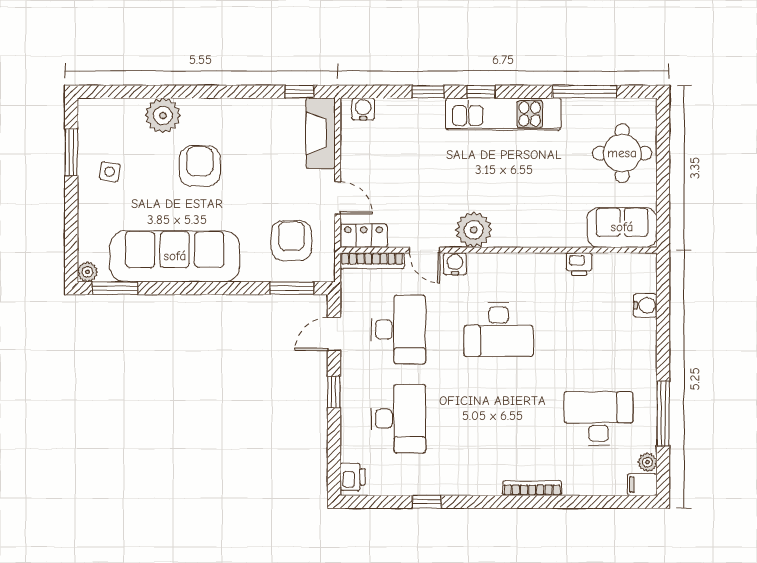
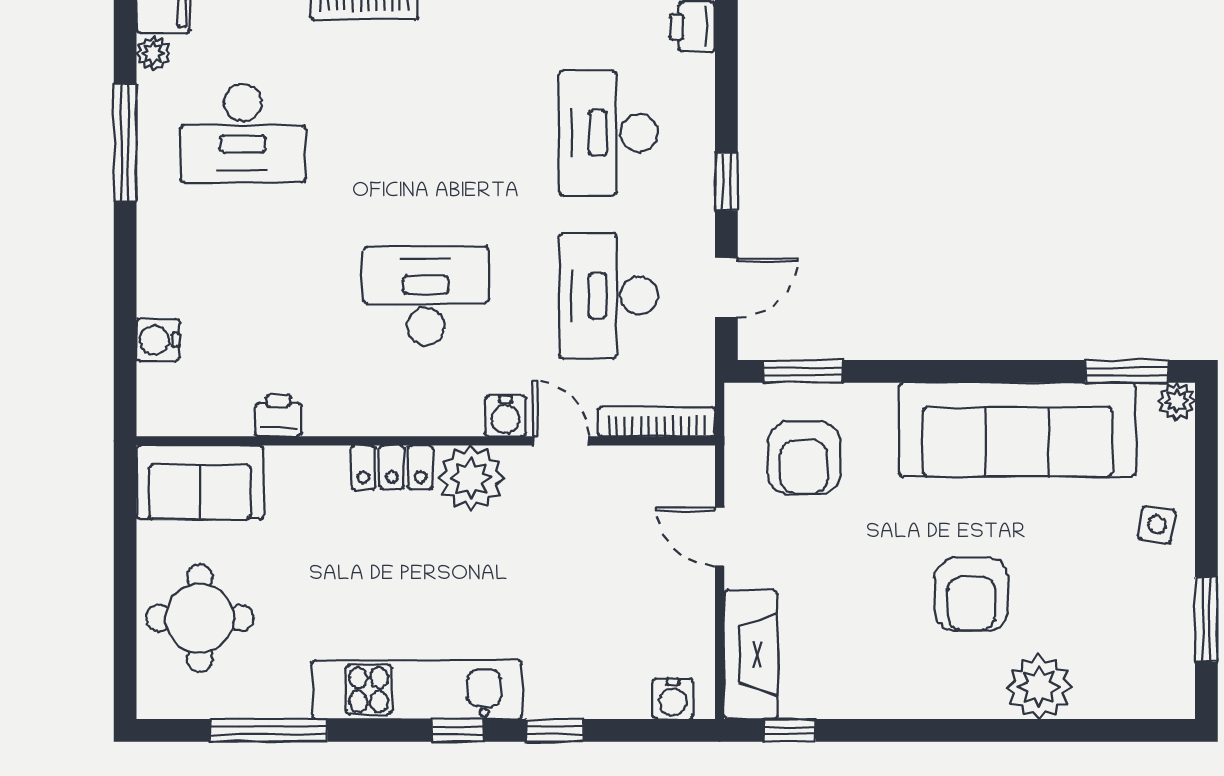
side table: (110, 172) -> (1157, 525), moved
locker: (364, 236) -> (392, 467), moved

